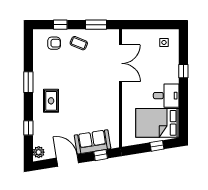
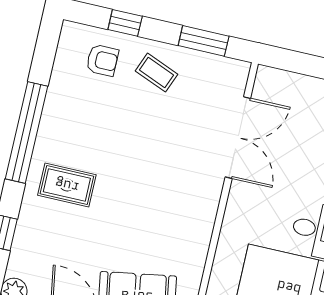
window: (28, 82) -> (27, 132), width x2.11
rug: (51, 101) -> (67, 185), turned 90

